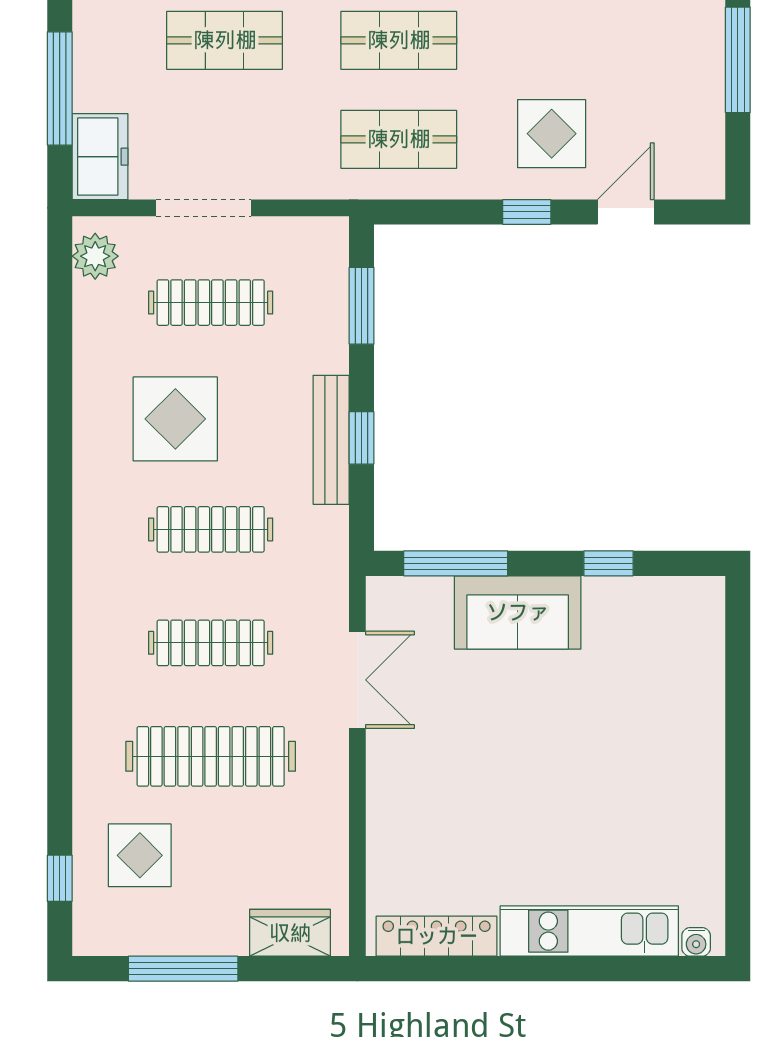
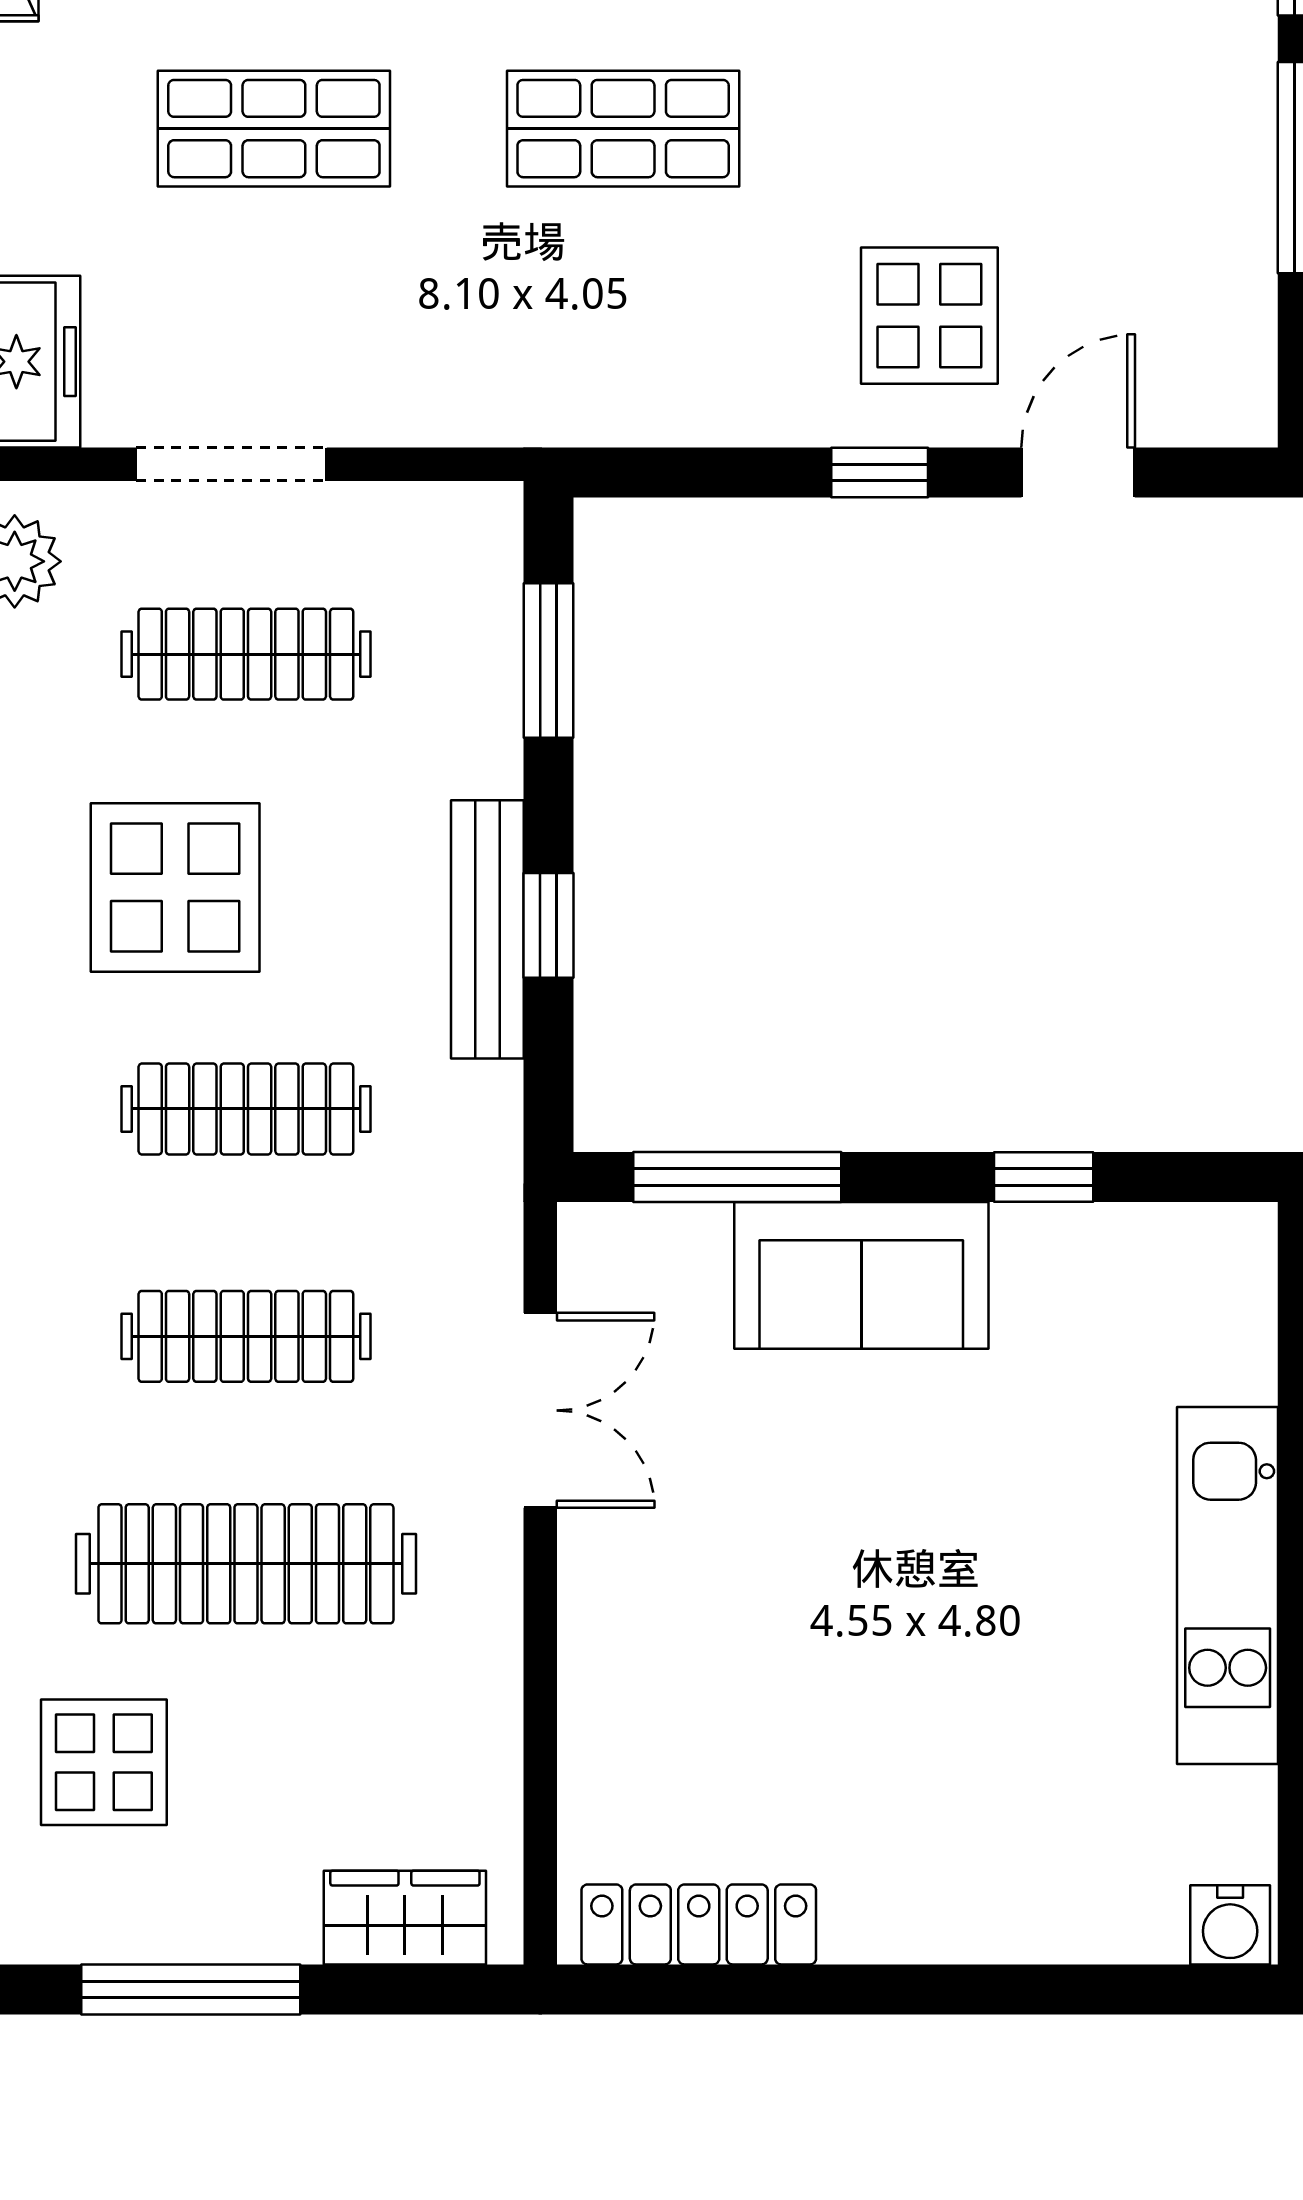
shop shelf: (399, 139) -> (623, 327), removed
kitchen unit: (589, 931) -> (1228, 1586), moved, turned -90
water cooler: (696, 942) -> (1230, 1925), width x1.38, depth x1.38

